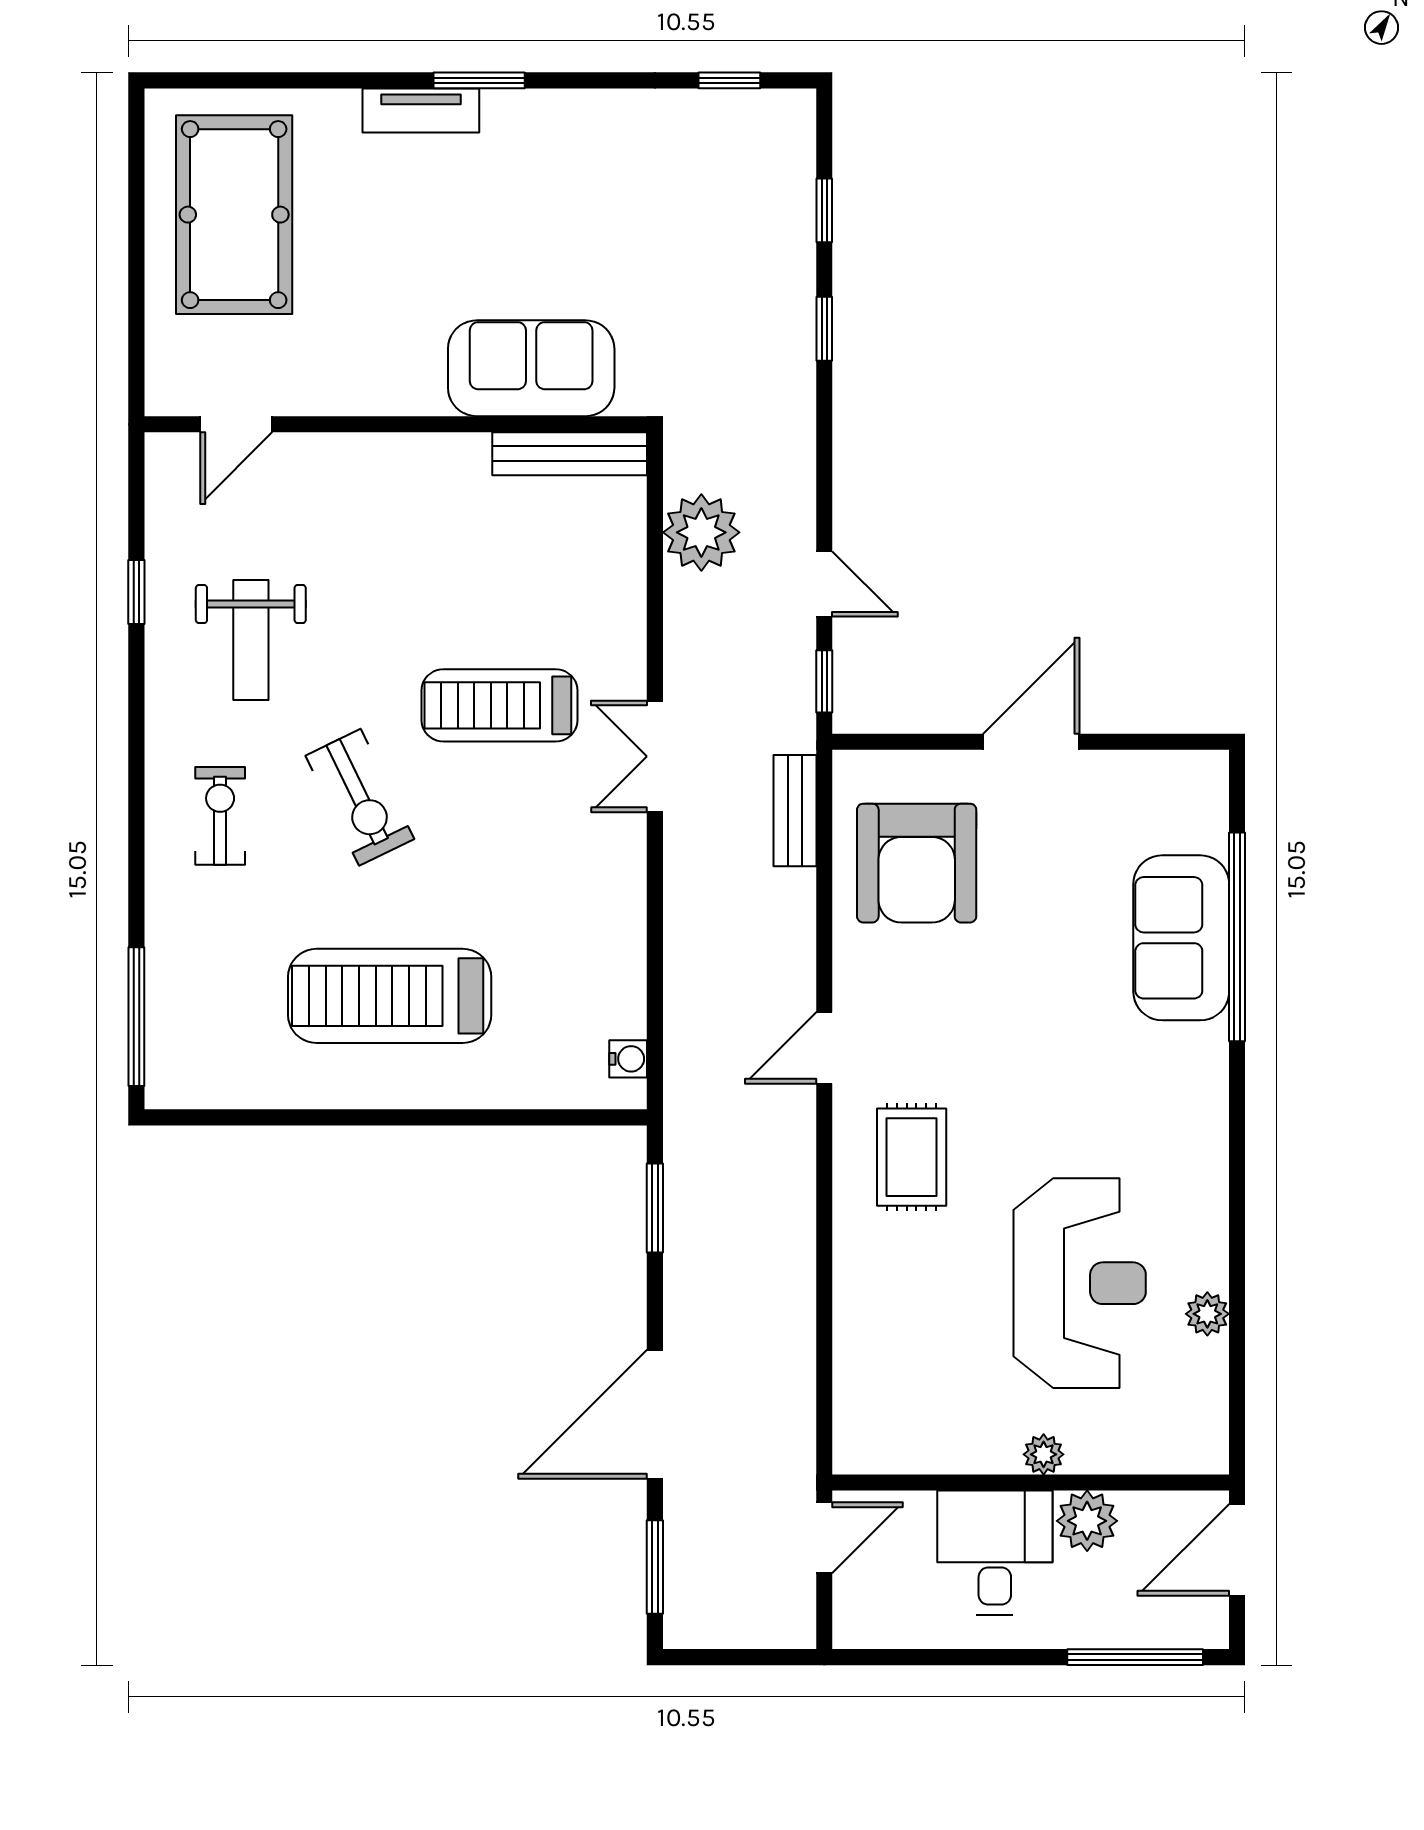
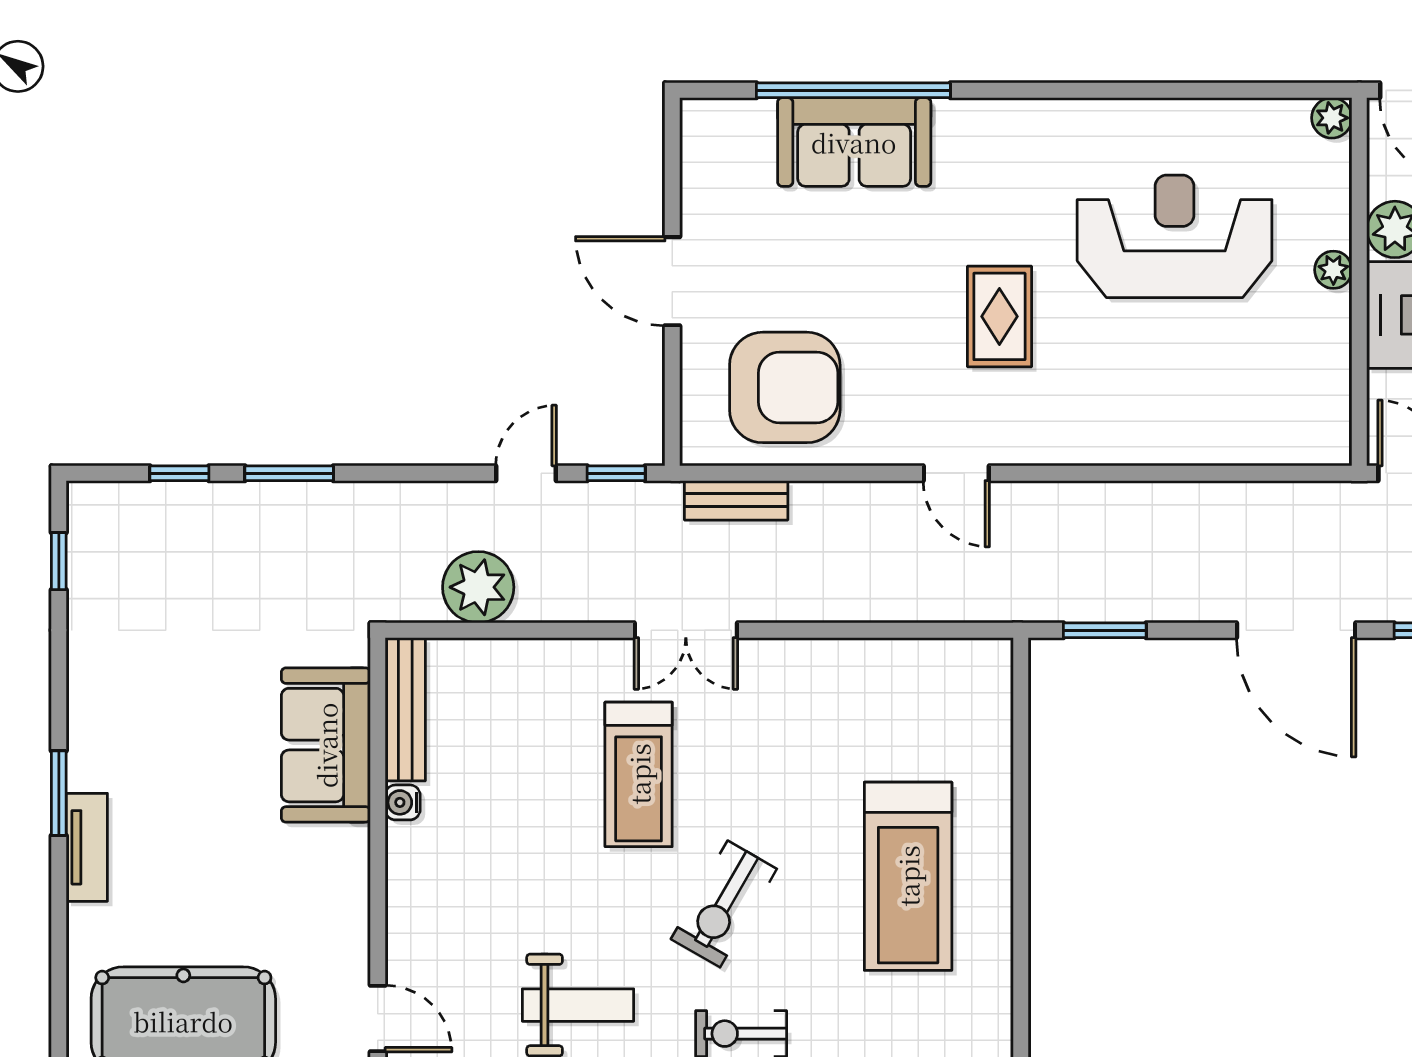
window: (824, 329) -> (289, 473), width x1.50
exercise bike: (360, 797) -> (724, 904), turned 146
water cooler: (628, 1059) -> (403, 802), moved, turned -90
rug: (912, 1157) -> (999, 316), moved, turned 90
plant: (1207, 1314) -> (1332, 118), moved

